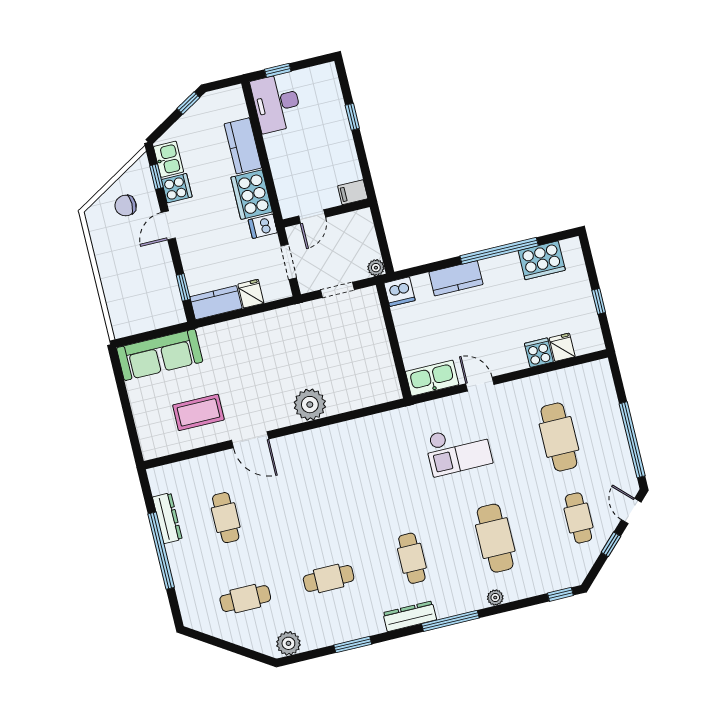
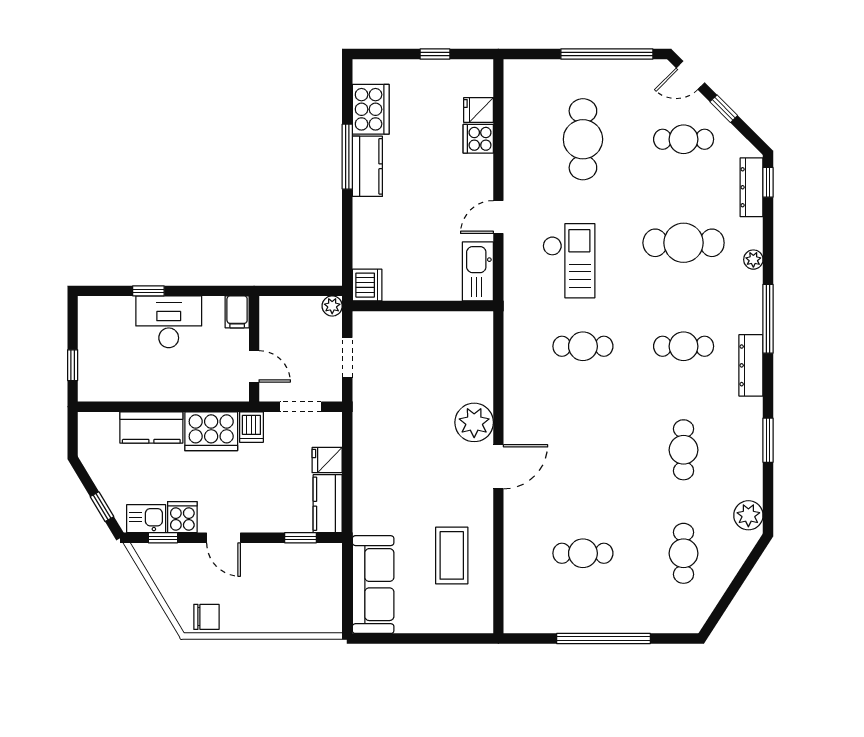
window: (188, 103) -> (102, 507), moved
desk: (277, 103) -> (169, 322), moved, turned 180
chair: (126, 206) -> (206, 617), moved, turned -90
window: (499, 251) -> (347, 157), width x0.68
kitchen counter: (456, 278) -> (367, 166), moved
cafe table: (559, 437) -> (583, 139), turned 90
door: (250, 440) -> (498, 467), moved
cafe table: (392, 477) -> (583, 346), added
dresser: (167, 518) -> (752, 187), moved, turned -90

